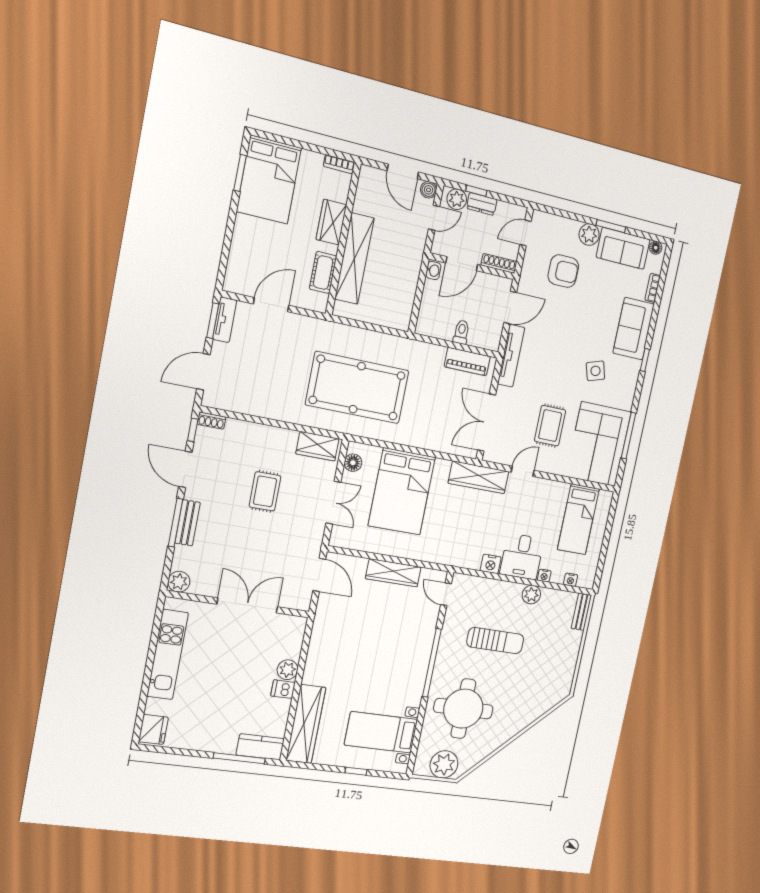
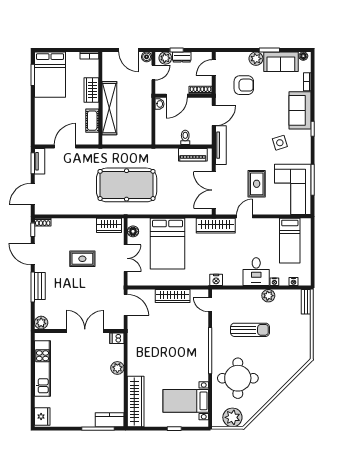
rug: (265, 491) -> (82, 259), turned 90
nightstand: (491, 564) -> (216, 280), moved
dishwasher: (283, 689) -> (117, 338), moved

